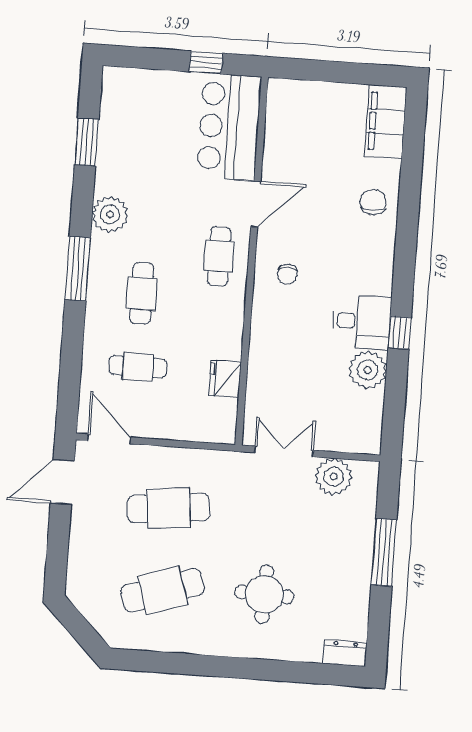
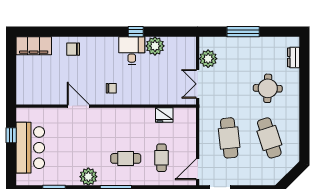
bar counter: (229, 127) -> (30, 148), moved, turned -90
cafe table: (219, 256) -> (105, 122), removed
dresser: (345, 653) -> (294, 57), moved

